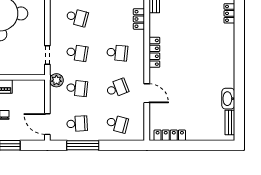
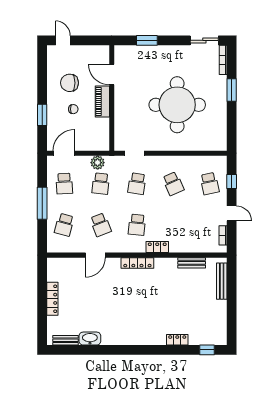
school desk: (77, 17) -> (173, 184), turned -39
locker: (139, 19) -> (157, 247), moved
plant: (56, 80) -> (98, 163), moved
locker: (170, 135) -> (52, 299), moved
window: (83, 145) -> (42, 203), moved

